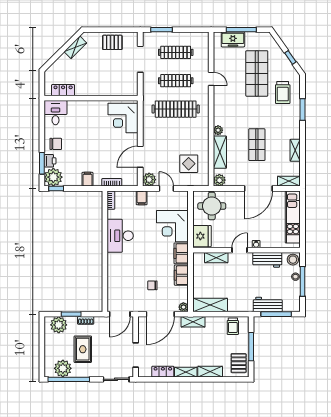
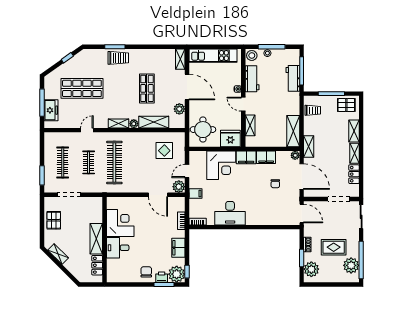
clothes rail: (176, 81) -> (89, 162), width x0.73
shelving: (92, 89) -> (96, 239), added
trolley: (283, 93) -> (118, 58), moved
desk: (56, 113) -> (118, 248), moved
corner desk: (123, 118) -> (120, 223), moved, turned -90
shop shelf: (257, 145) -> (147, 88), turned 90
shelving: (295, 150) -> (118, 123), moved
filing cabinet: (87, 179) -> (178, 248), width x2.00
plant: (219, 180) -> (179, 109), moved

